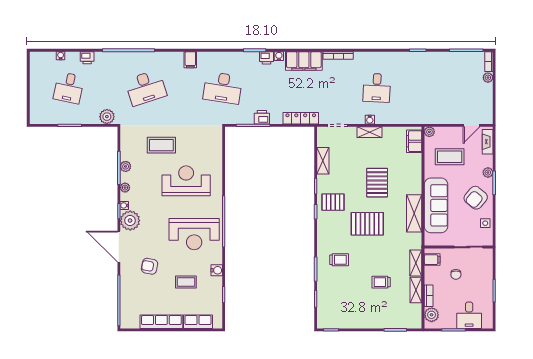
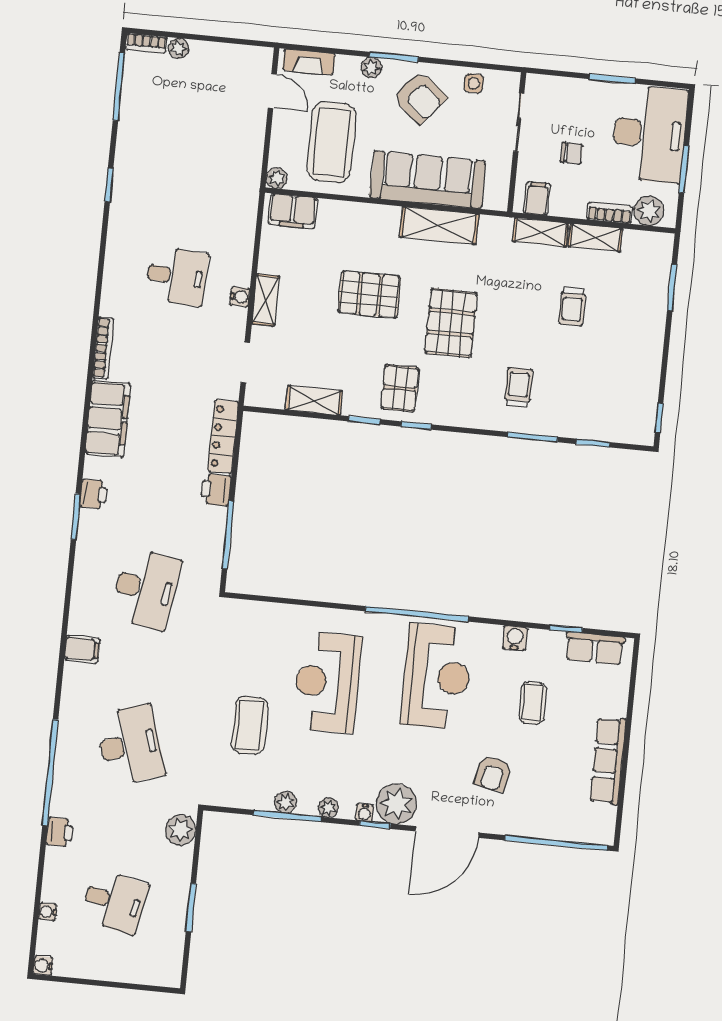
water cooler: (279, 56) -> (43, 966), moved
printer: (87, 58) -> (60, 832), moved
printer: (262, 117) -> (216, 490), moved
coffee table: (450, 157) -> (332, 142), width x1.36, depth x1.32
desk: (469, 315) -> (649, 134), width x1.87, depth x1.30
row of seats: (198, 322) -> (595, 648), moved, turned -90

